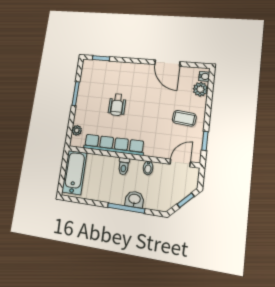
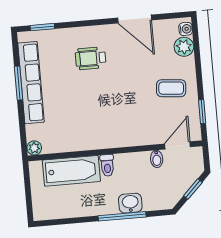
wheelchair: (117, 105) -> (91, 58), moved, turned 90
plant: (77, 130) -> (34, 148), moved
row of seats: (114, 145) -> (31, 83), moved, turned 90
bidet: (148, 168) -> (157, 159), moved
bathtub: (74, 172) -> (71, 171), moved, turned 90

